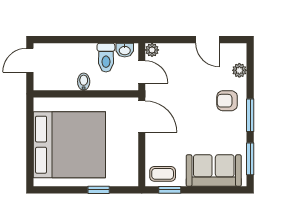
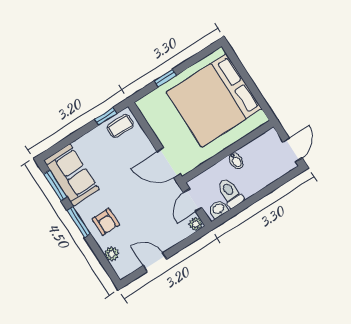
door: (142, 72) -> (193, 200), hinge flipped
armchair: (227, 101) -> (106, 222), turned 90
sofa: (214, 171) -> (71, 175), moved, turned -90

